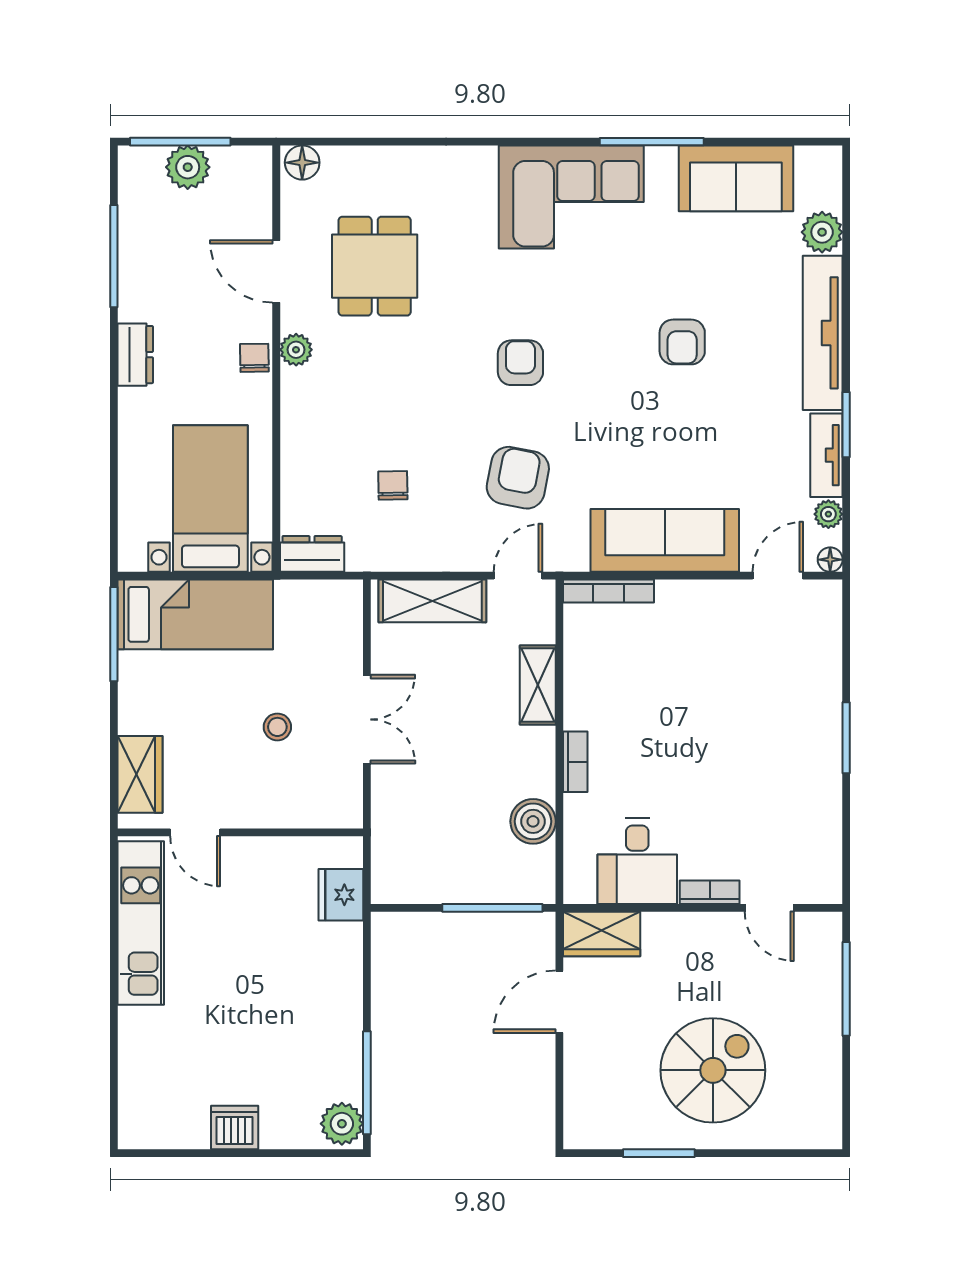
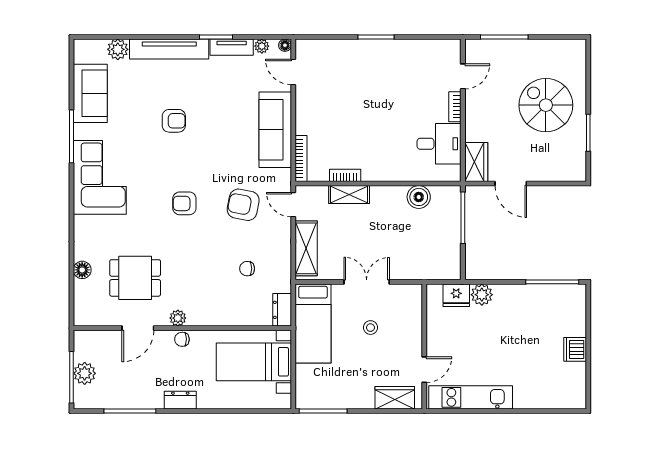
floor lamp: (302, 163) -> (82, 270), moved
bed: (195, 614) -> (313, 323), moved, turned 180
bookcase: (575, 762) -> (345, 175), moved
plant: (342, 1124) -> (482, 295), moved

